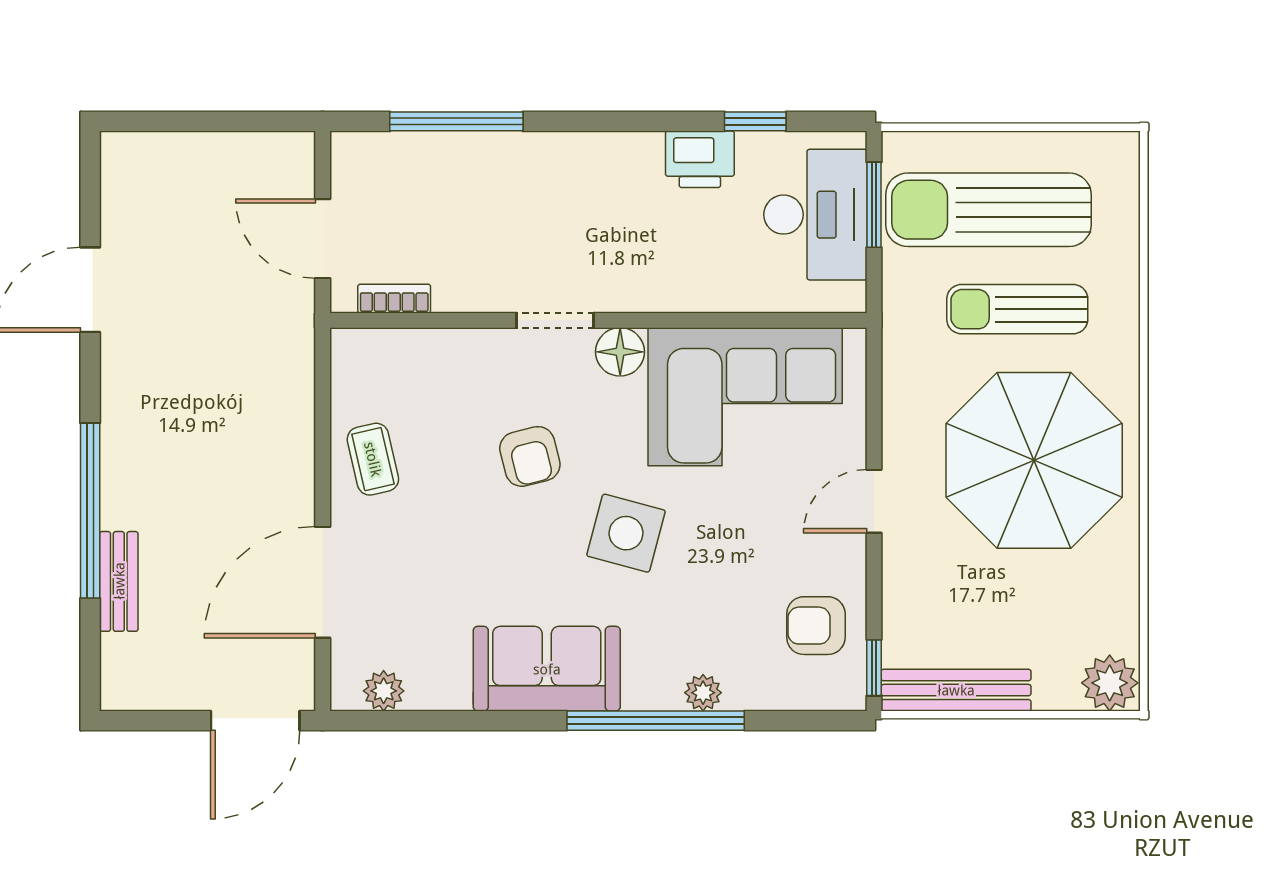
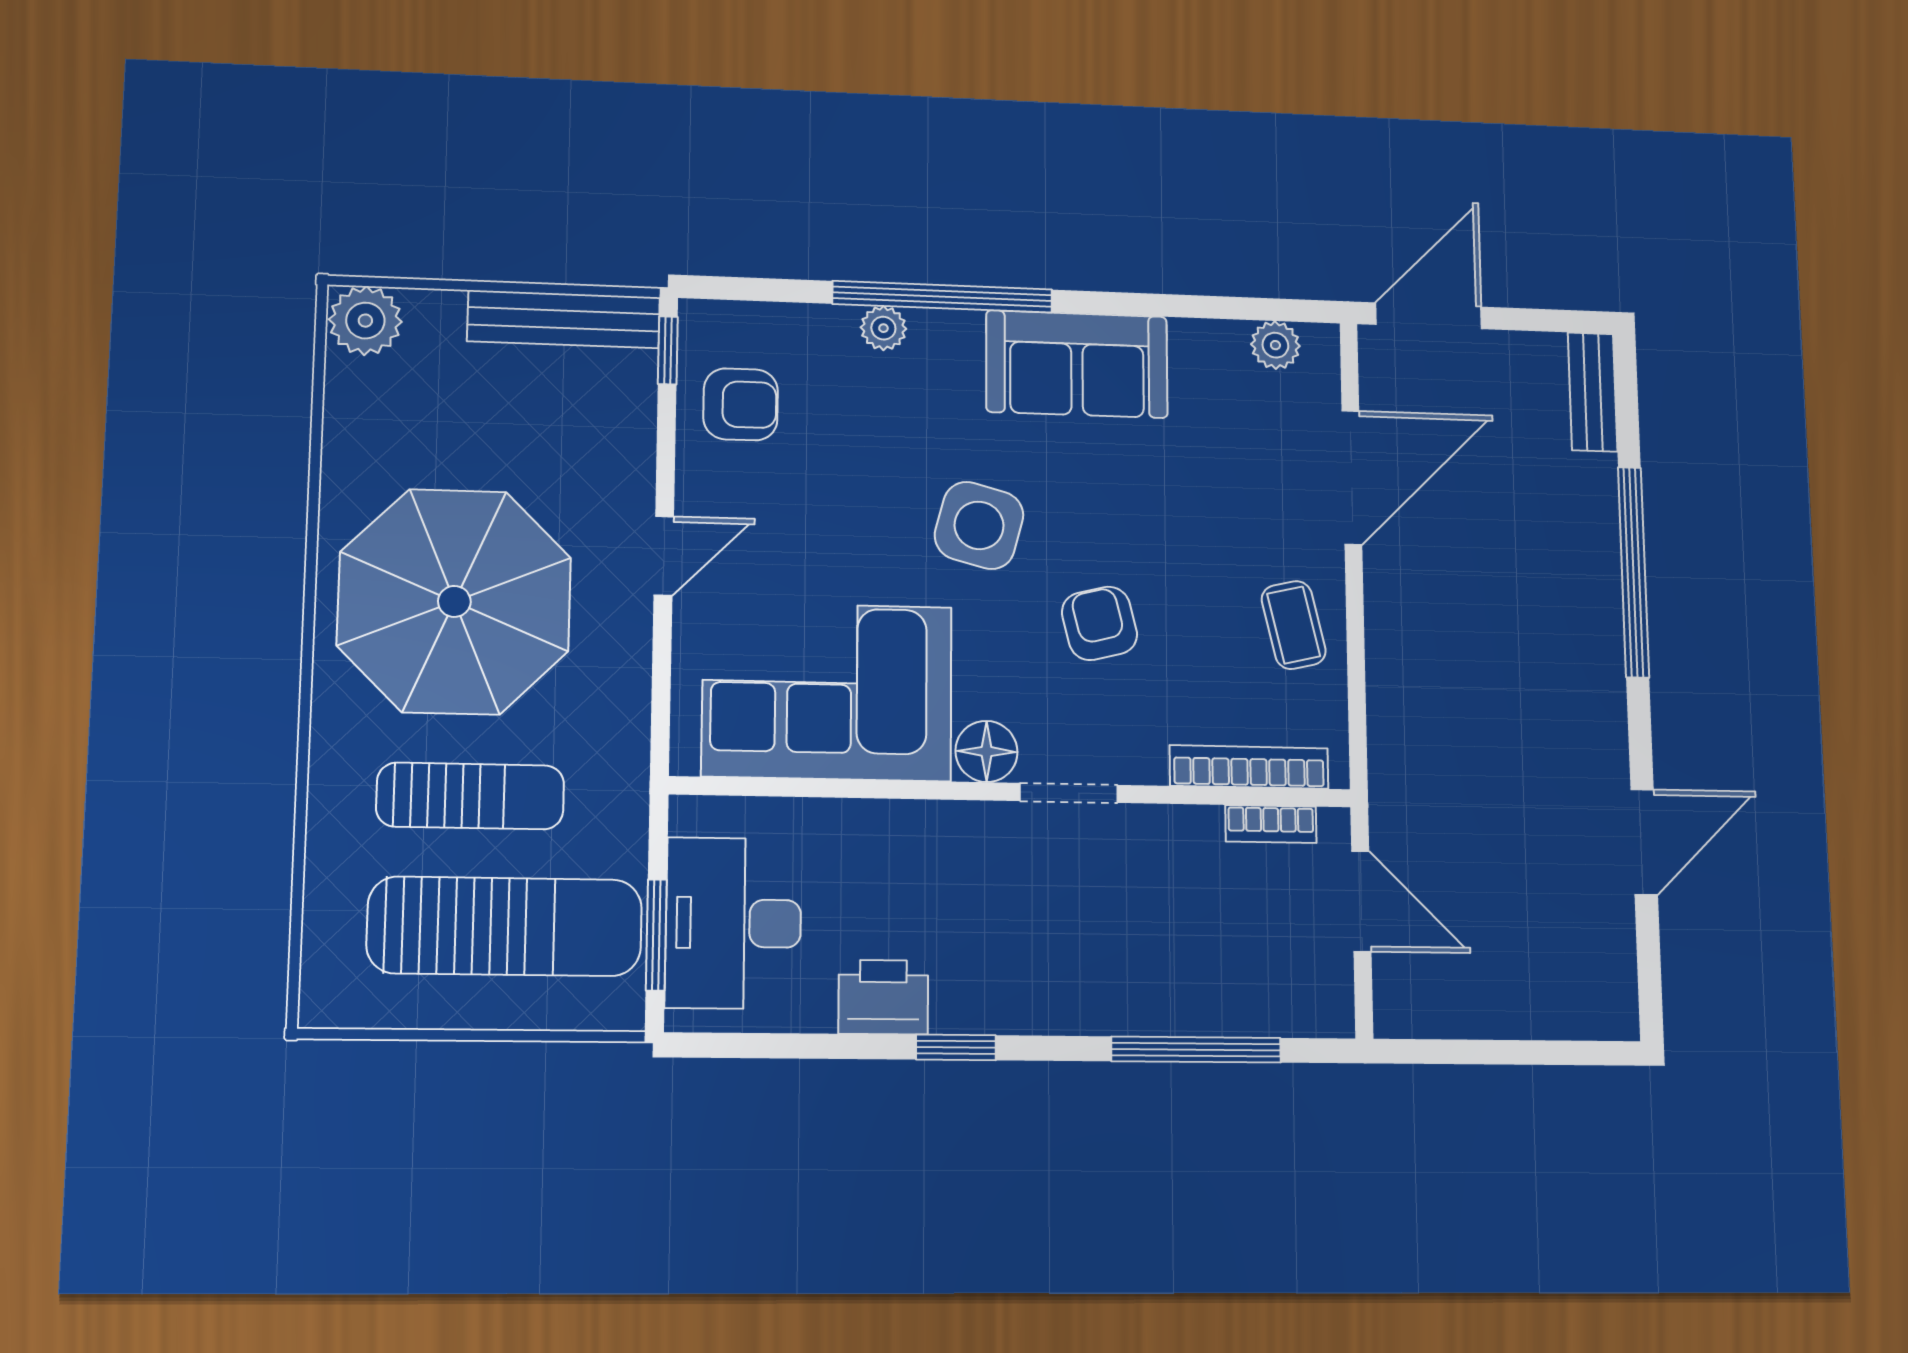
window: (755, 121) -> (956, 1047), moved
bookcase: (411, 344) -> (1249, 767), added
bench: (119, 581) -> (1593, 392), moved

